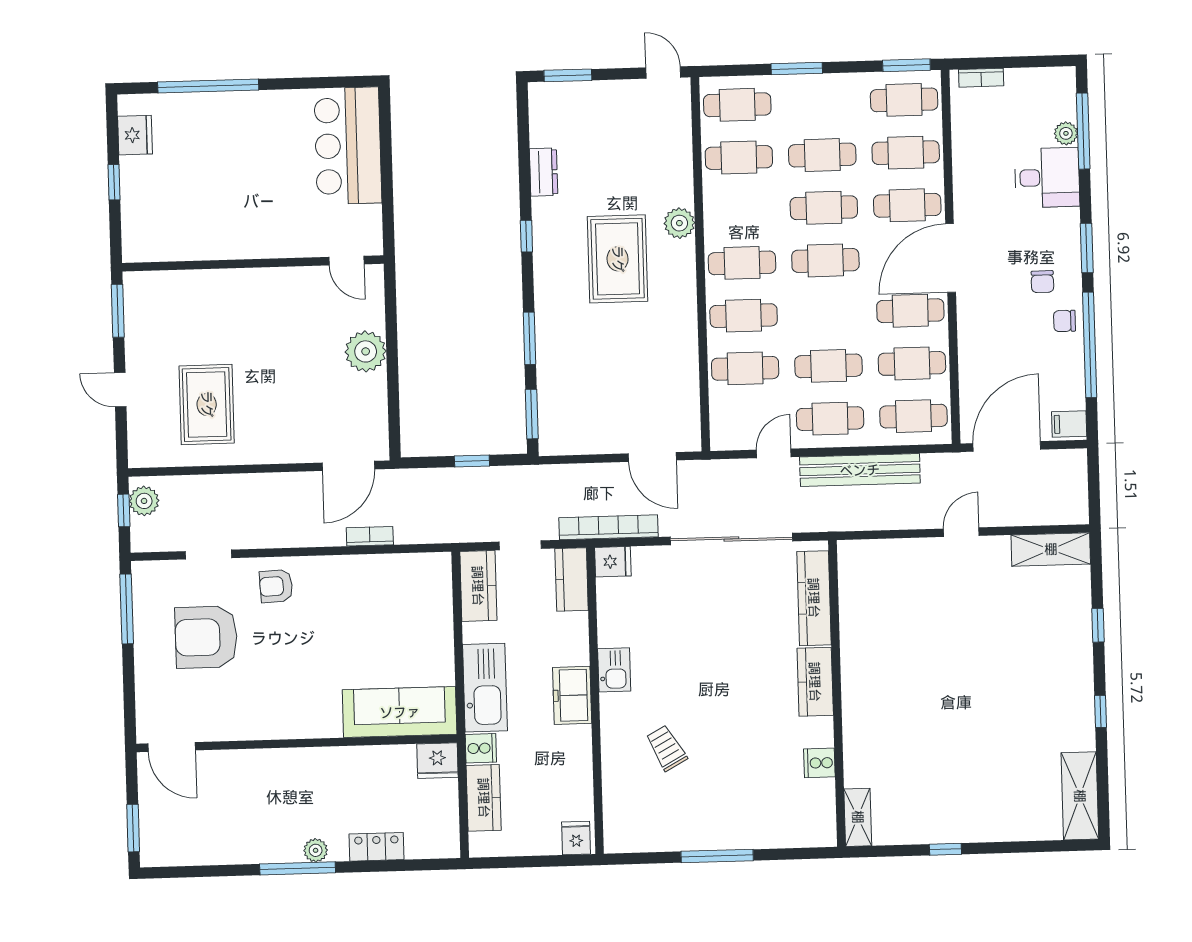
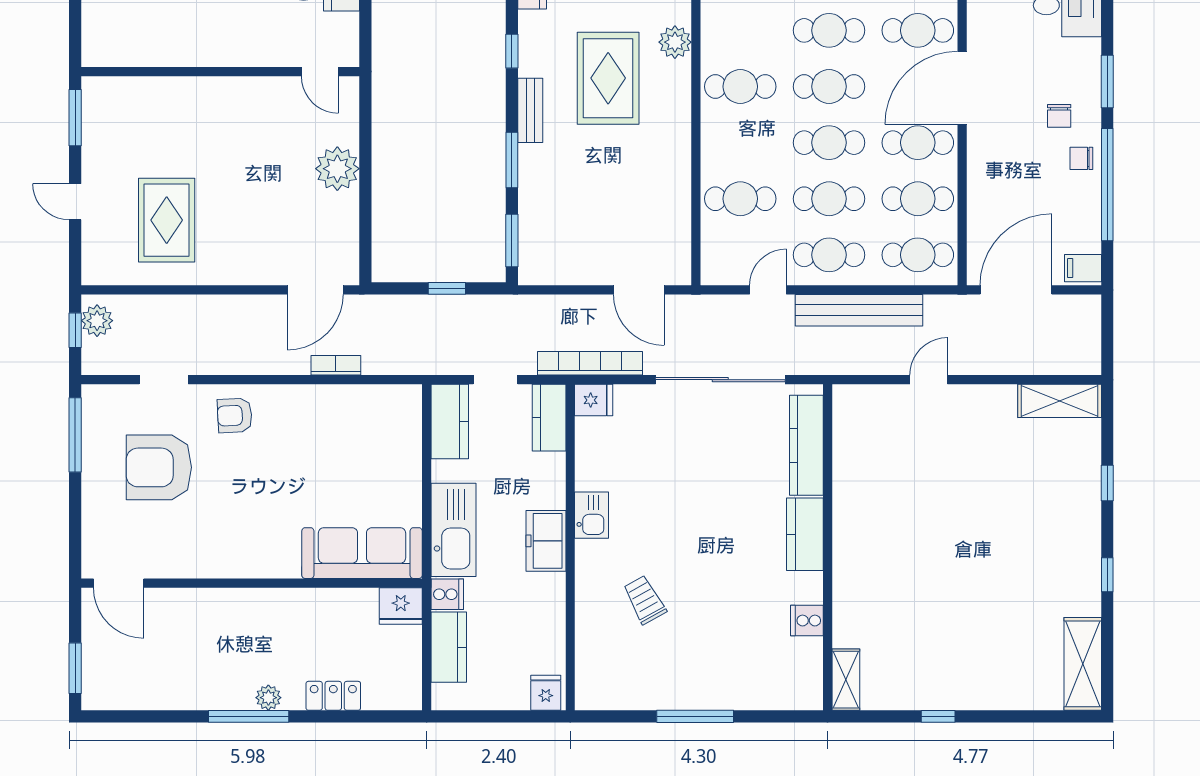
bench: (545, 291) -> (530, 110), added
cafe table: (744, 316) -> (829, 143), moved
door: (961, 532) -> (929, 380), moved

